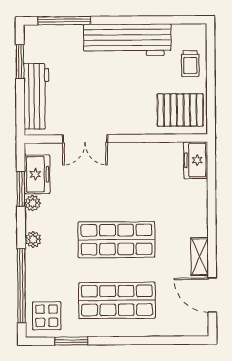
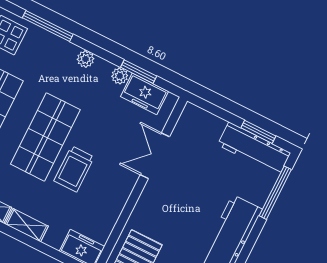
workbench: (36, 96) -> (254, 149), moved
trolley: (131, 202) -> (74, 169), added
shelving: (199, 217) -> (27, 225), added
window: (21, 286) -> (48, 26), width x0.68

